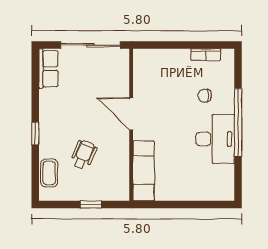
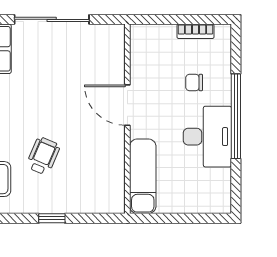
door: (131, 114) -> (127, 105), moved
wall: (131, 125) -> (127, 119), moved
exam couch: (144, 171) -> (143, 176), moved

